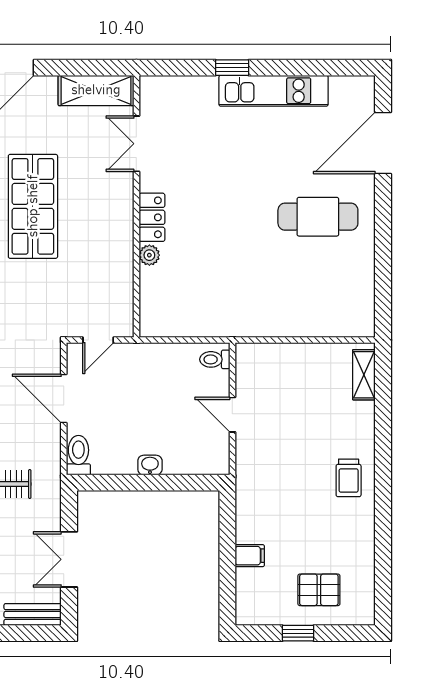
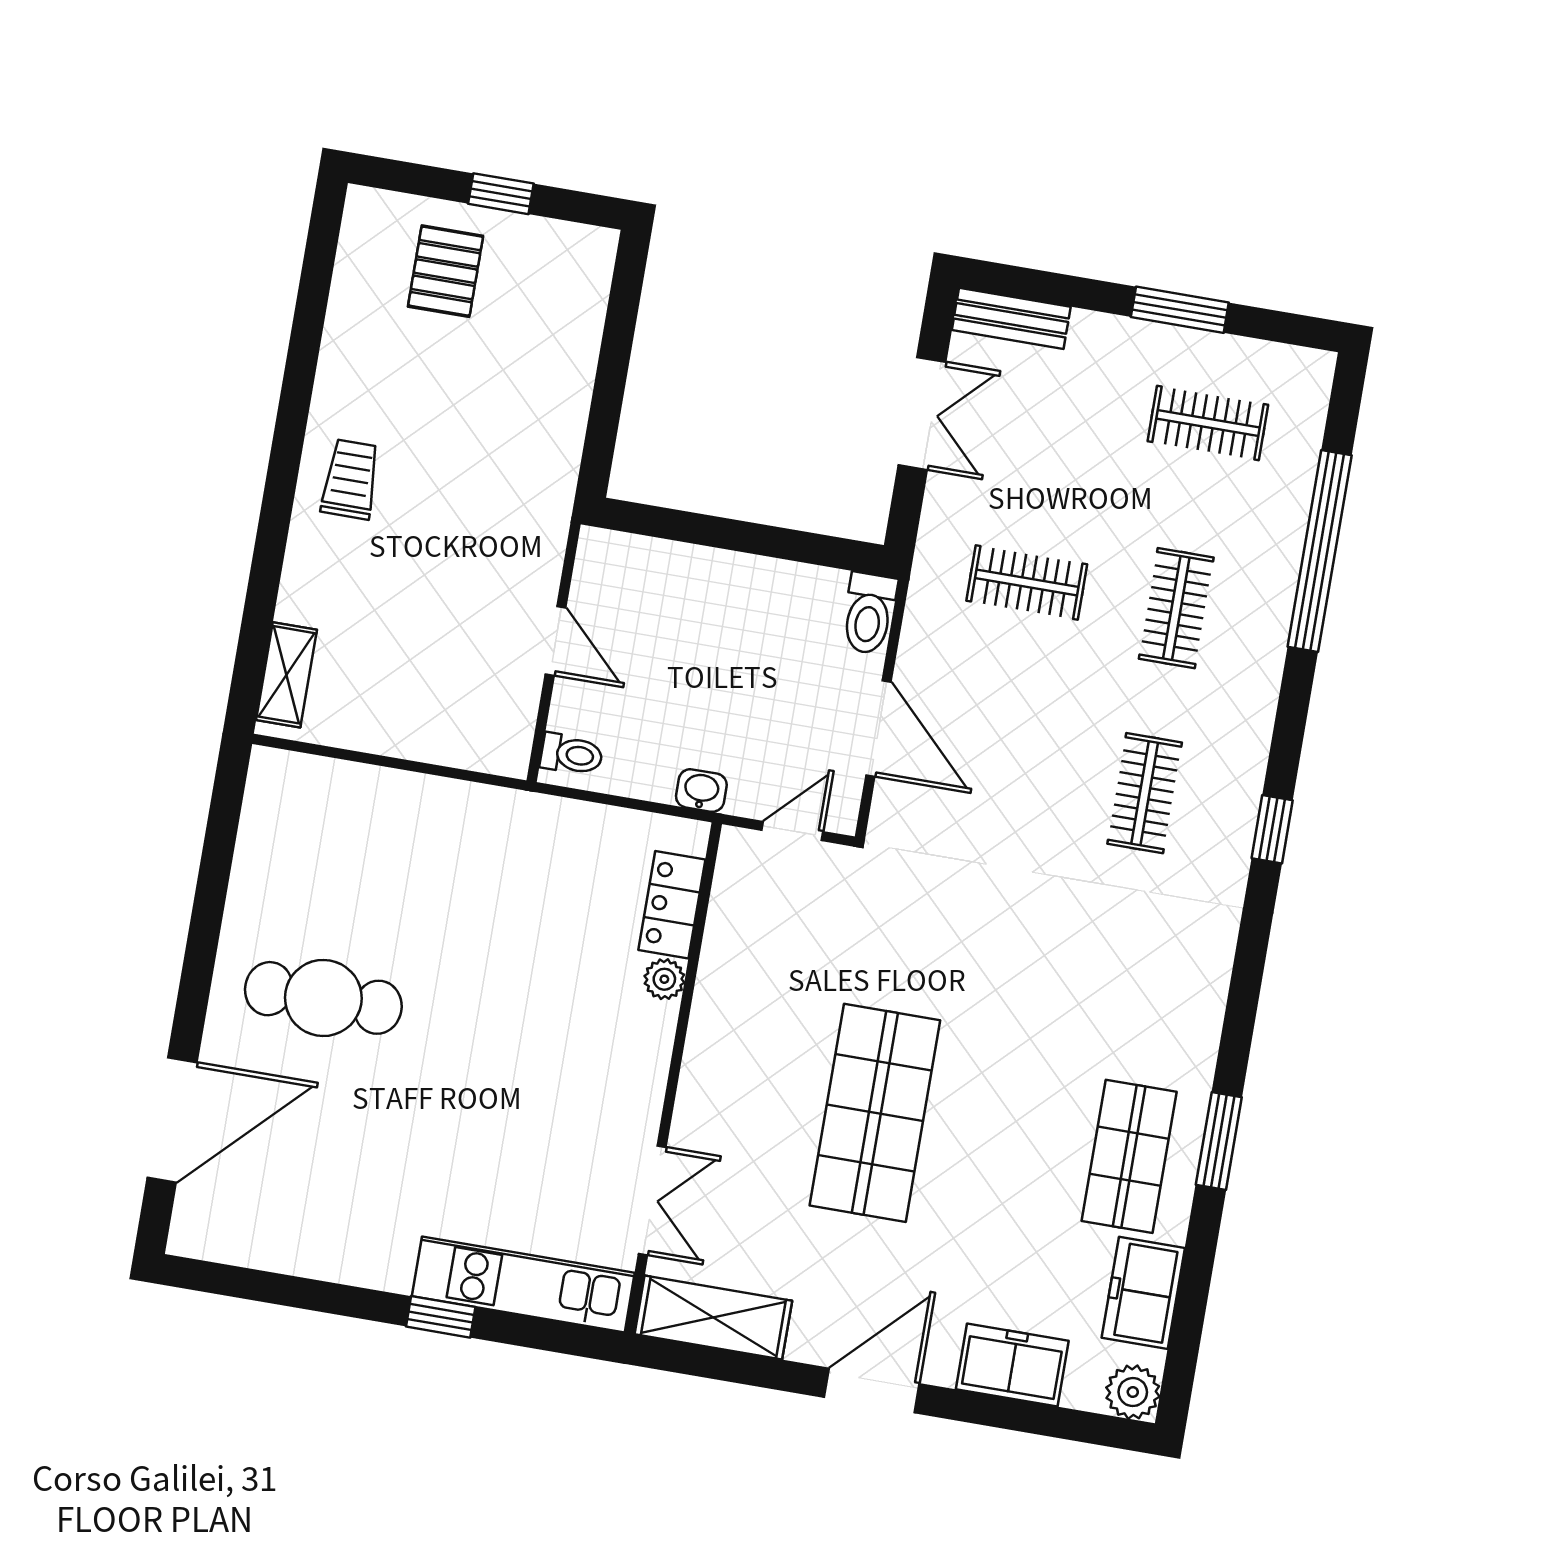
kitchen unit: (274, 91) -> (523, 1285), moved
locker: (152, 217) -> (672, 905), moved
washbasin: (150, 465) -> (701, 791), moved, turned 180
filing cabinet: (250, 556) -> (569, 361), removed
pallet: (319, 590) -> (446, 271), turned 90

